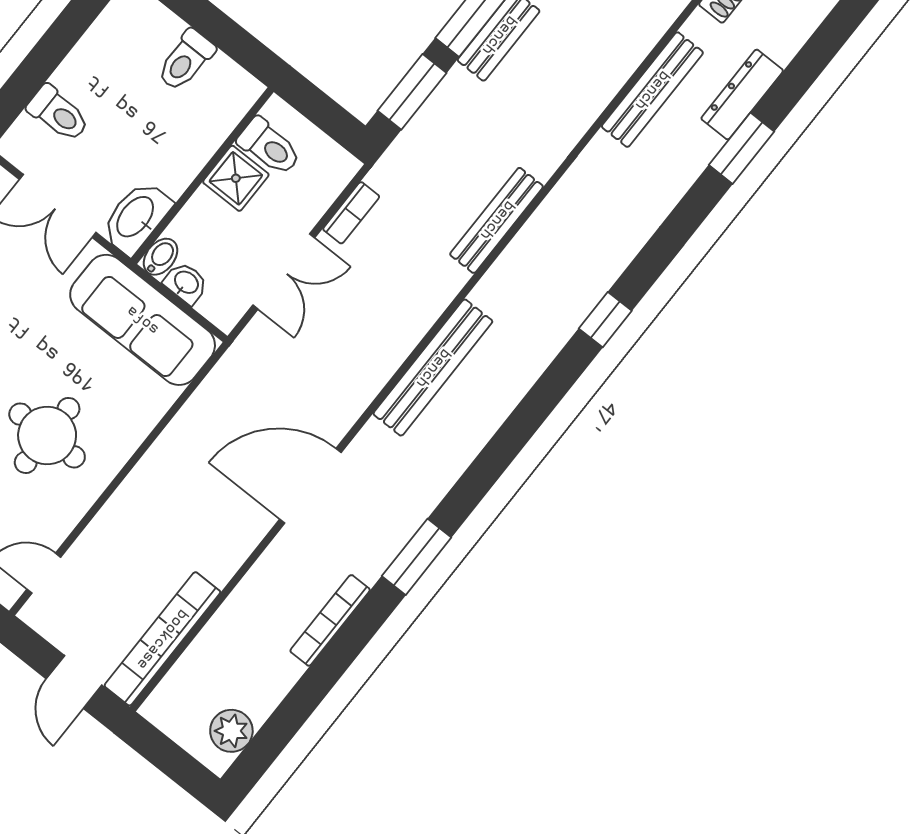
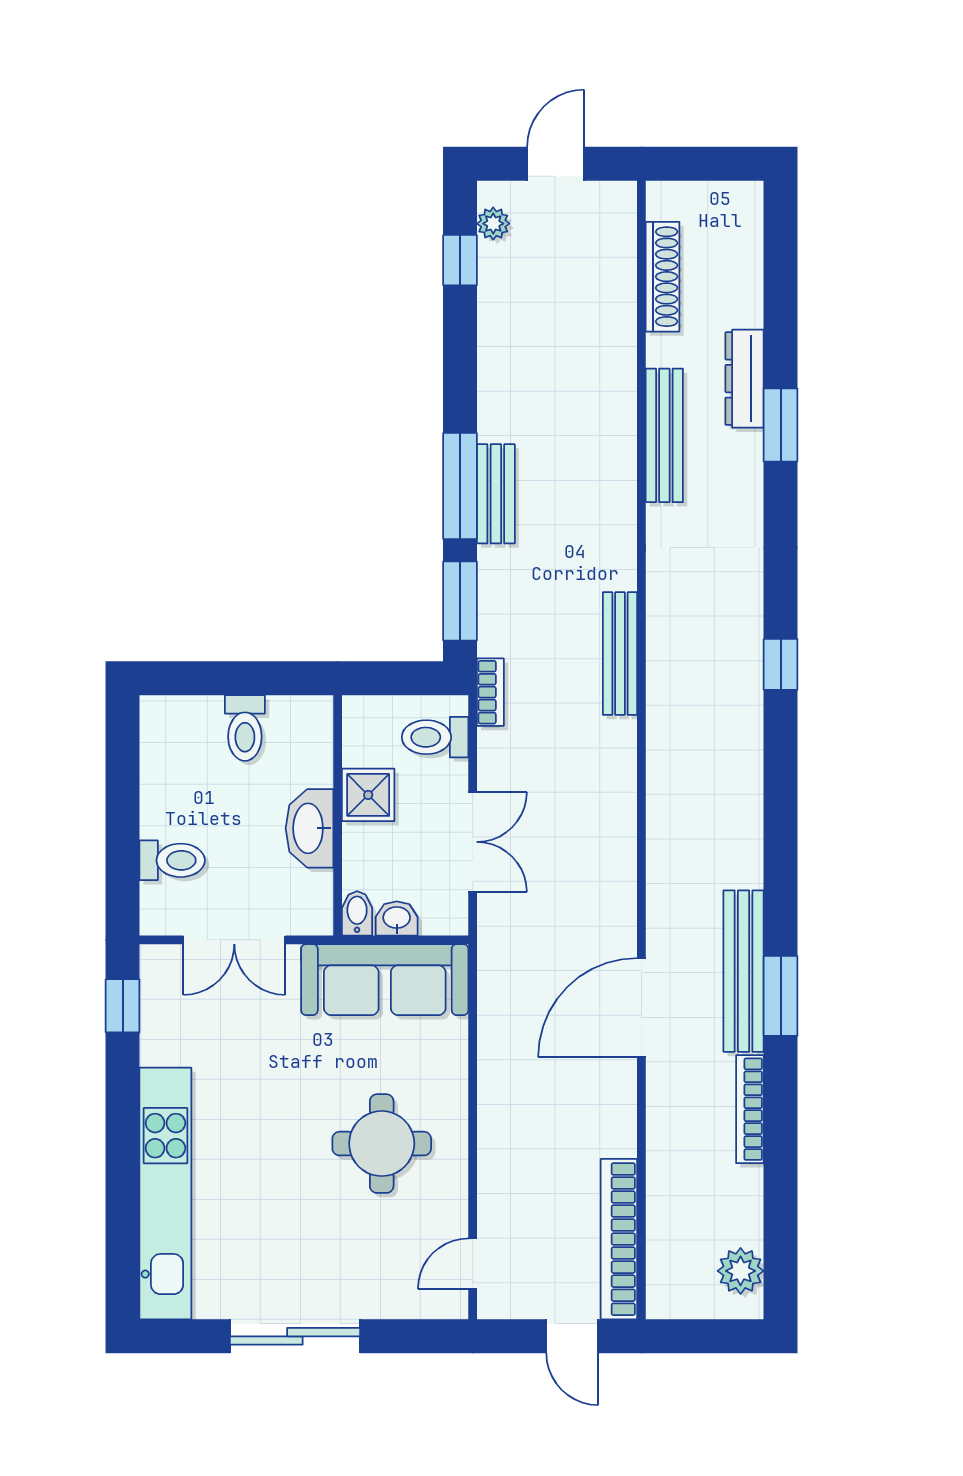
toilet: (269, 147) -> (435, 737), moved, turned 180
bookcase: (351, 213) -> (490, 692), moved
washbasin: (136, 217) -> (310, 828), moved
bench: (433, 368) -> (744, 971), moved

